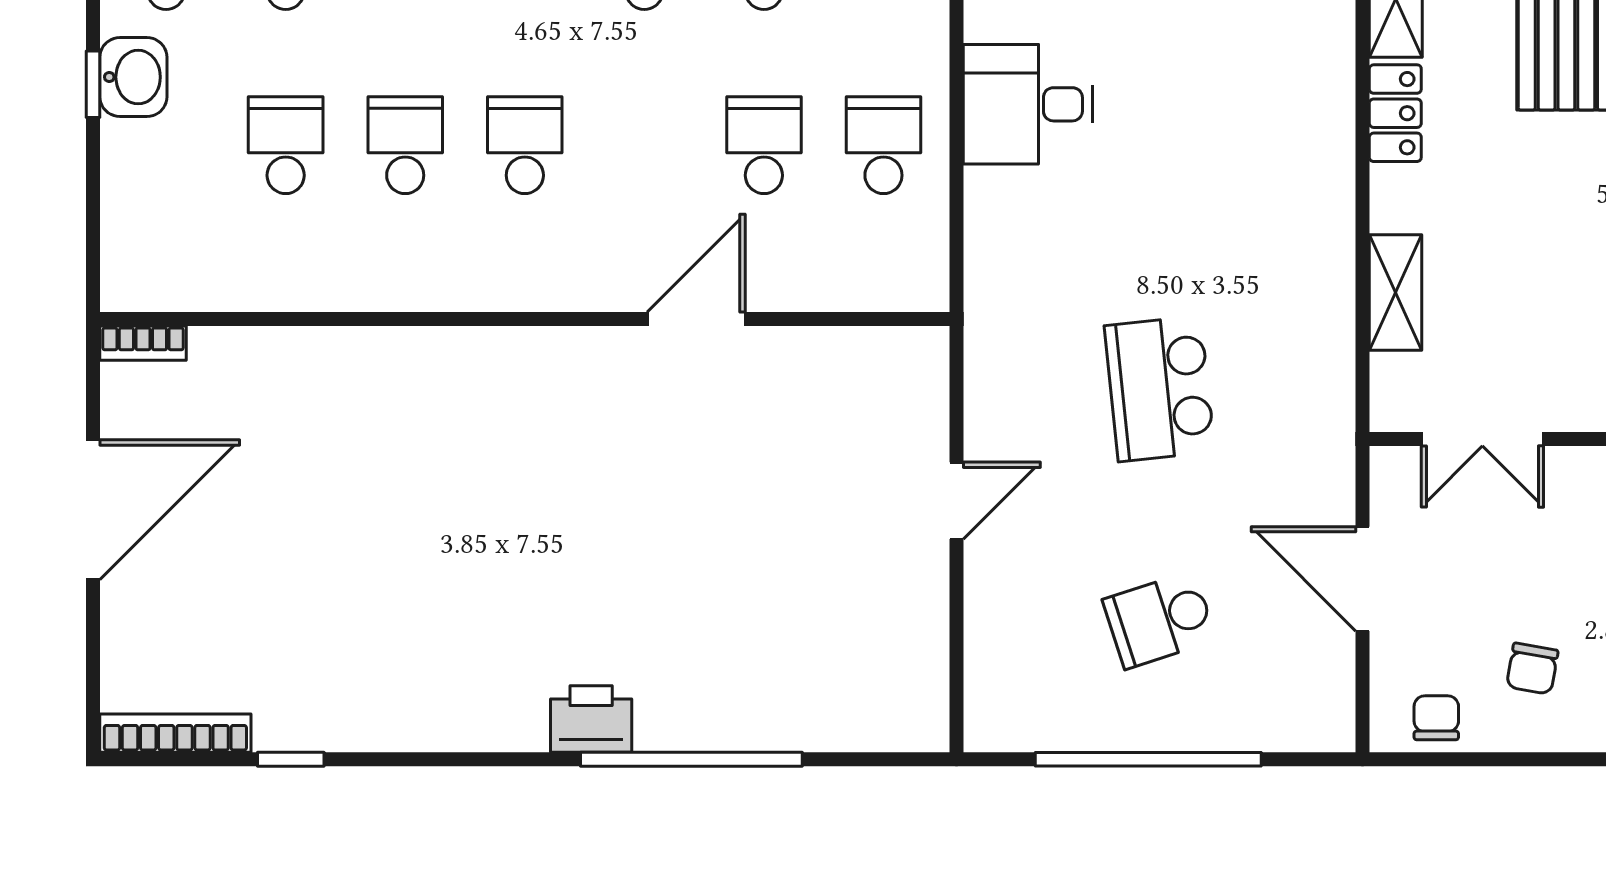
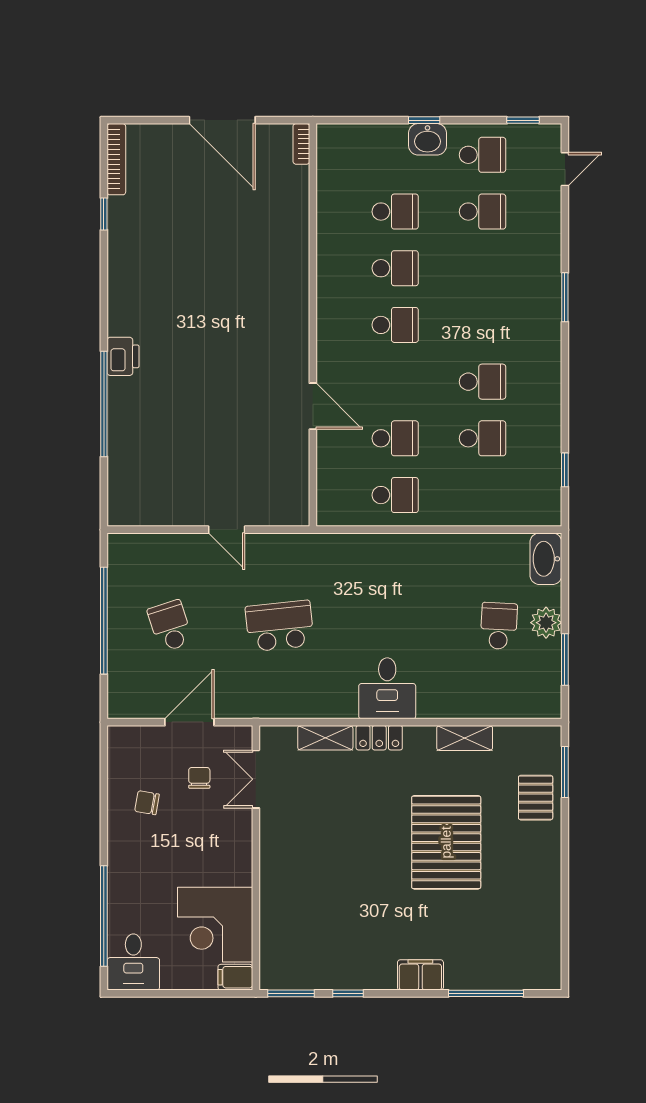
desk: (1028, 104) -> (387, 688), moved, turned 180
locker: (1395, 113) -> (379, 738), moved
chair: (1436, 718) -> (199, 778), moved, turned -90

